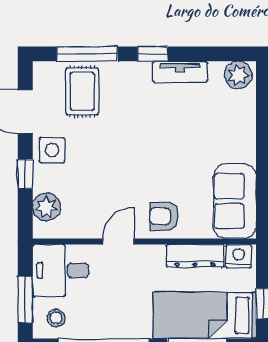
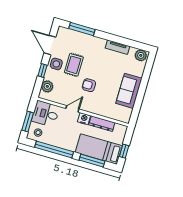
window: (153, 54) -> (108, 37), removed
rug: (82, 91) -> (74, 65), moved
sofa: (235, 201) -> (129, 91), moved
armchair: (164, 216) -> (89, 85), moved
nightstand: (239, 256) -> (84, 119), moved

